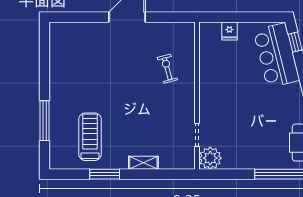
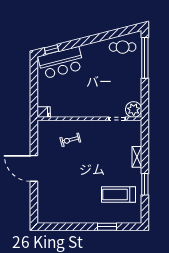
fridge: (229, 31) -> (44, 112), moved
window: (44, 121) -> (107, 227), width x0.69

